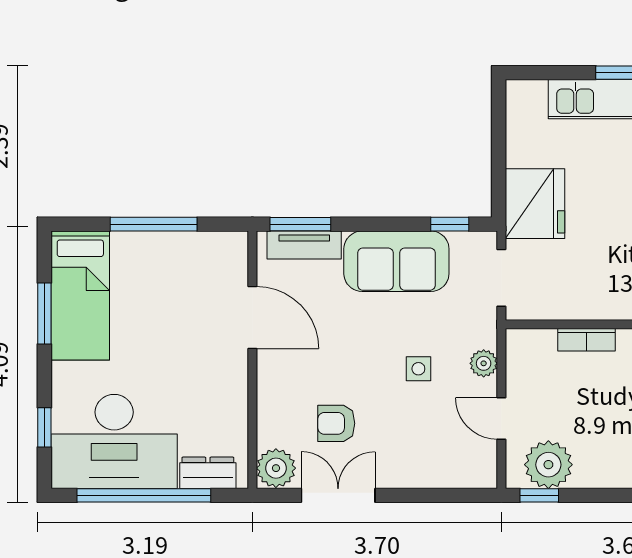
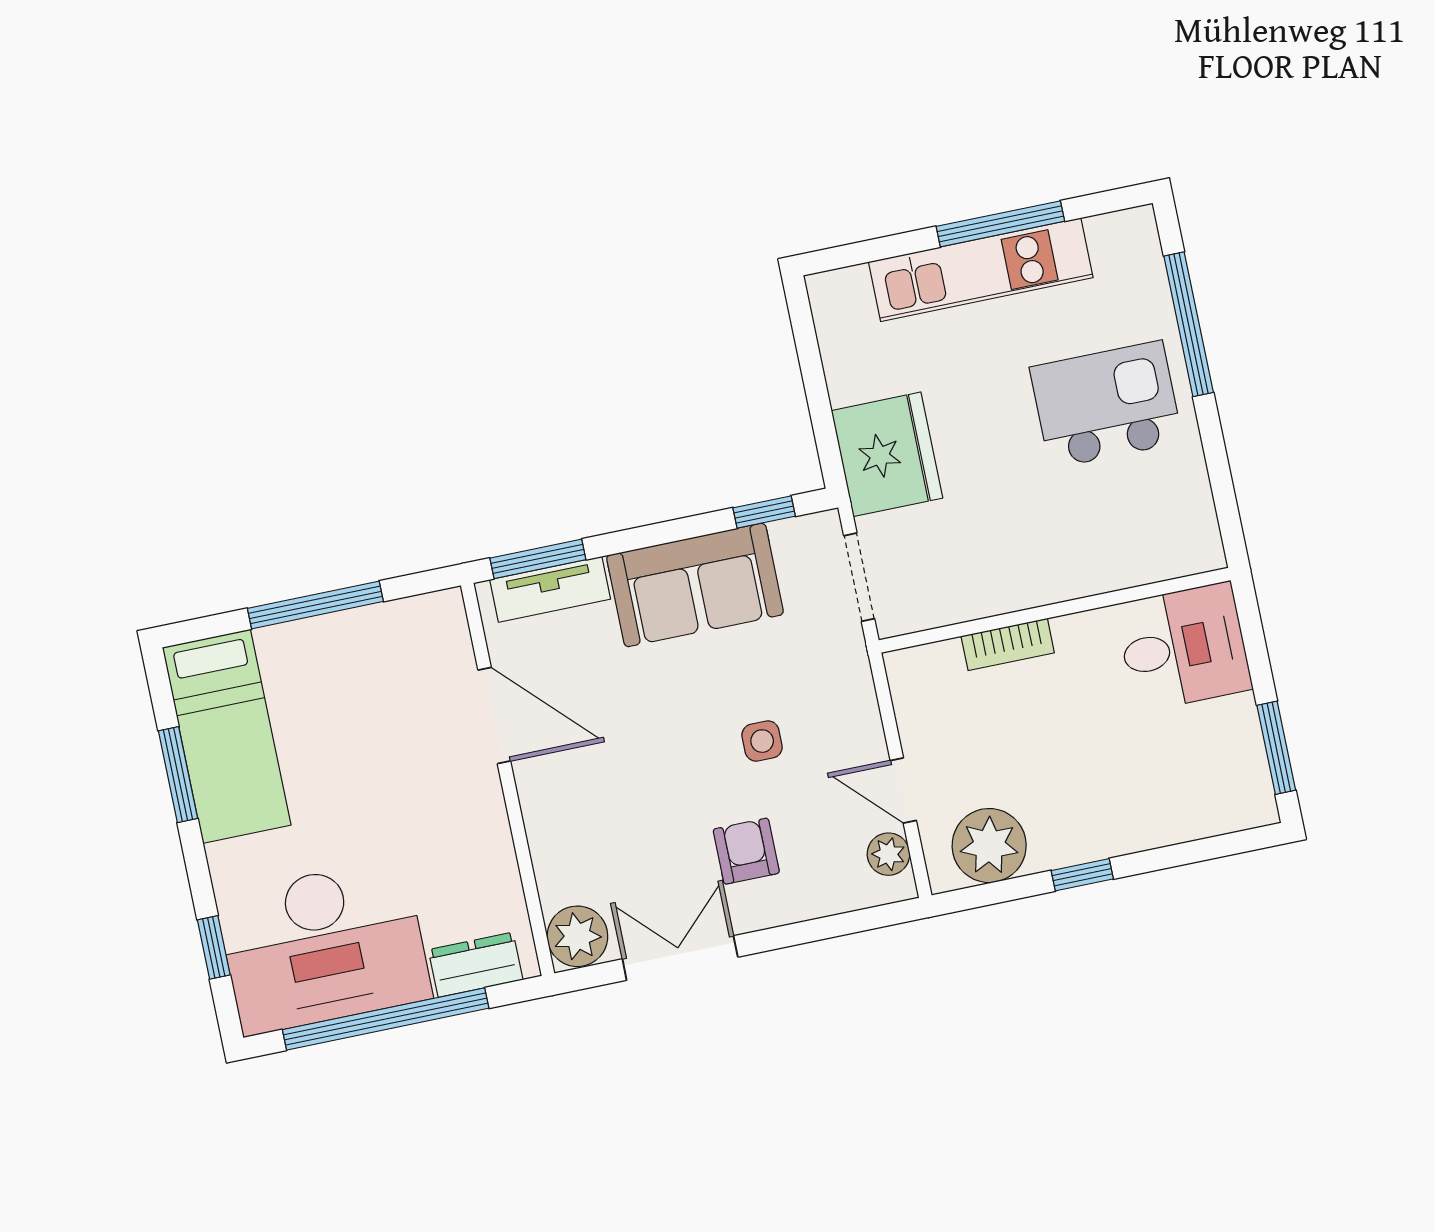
plant: (484, 363) -> (888, 854), moved
armchair: (336, 423) -> (746, 851), moved, turned 90
window: (539, 495) -> (1082, 875), moved

